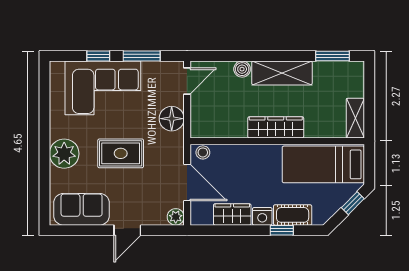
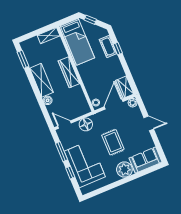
sofa: (82, 209) -> (146, 160), moved, turned 90
wardrobe: (232, 214) -> (125, 87), moved
nightstand: (262, 216) -> (115, 61), removed

